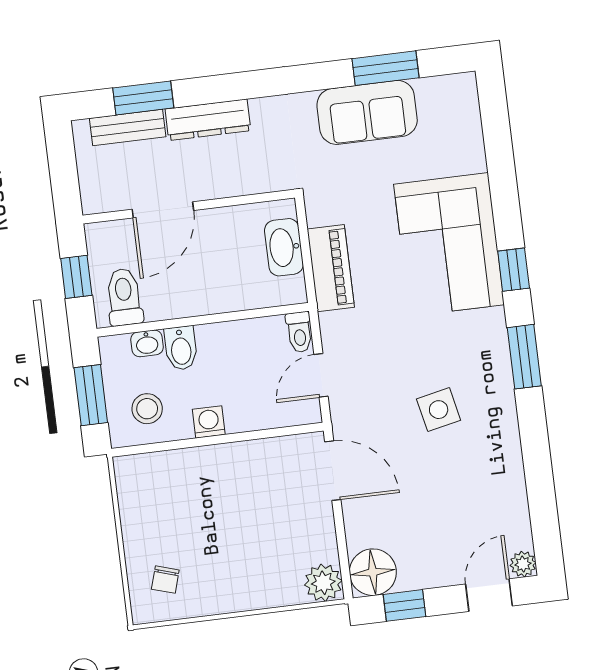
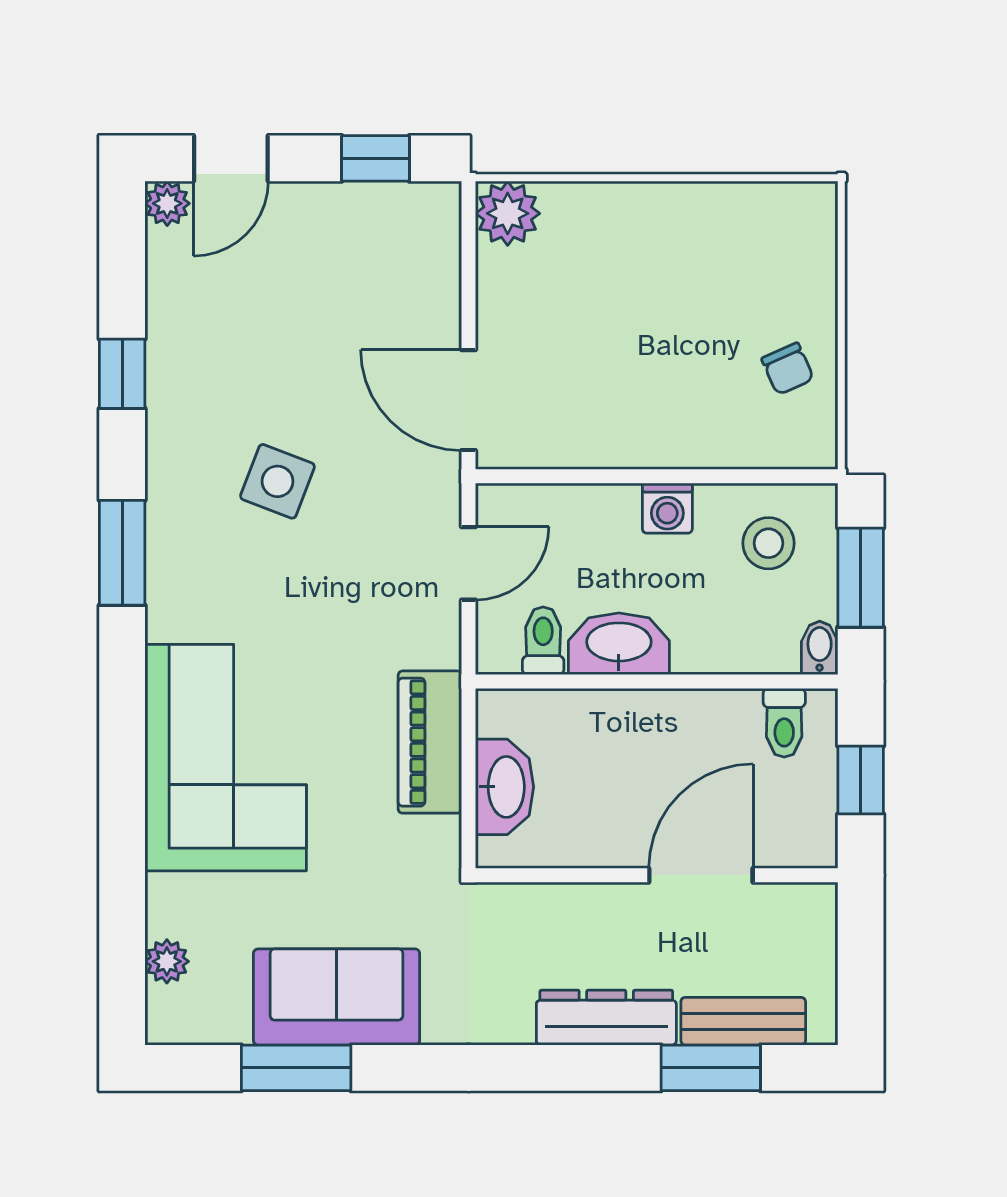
plant: (469, 121) -> (167, 961), added
window: (514, 270) -> (122, 374), moved
toilet: (124, 297) -> (784, 723), width x0.73, depth x0.72
toilet: (299, 332) -> (543, 641), moved
washbasin: (147, 343) -> (619, 644), moved, width x1.91, depth x1.45
bidet: (181, 348) -> (820, 648), moved, width x0.72, depth x0.74
side table: (439, 410) -> (277, 481), turned 33
floor lamp: (373, 572) -> (422, 221), removed
chair: (165, 580) -> (788, 369), moved, turned 139

